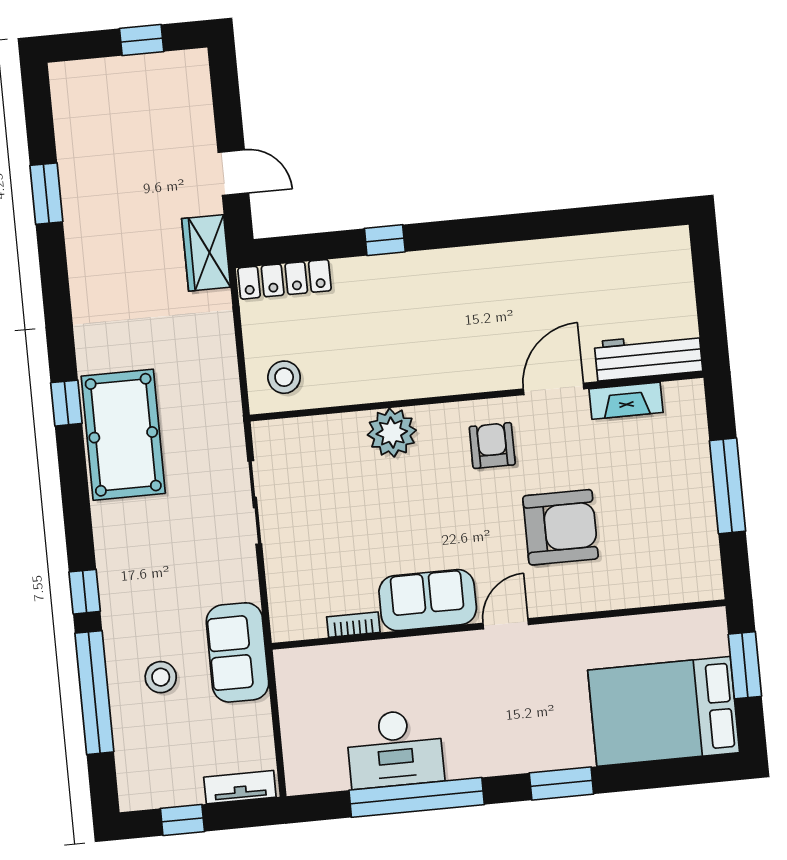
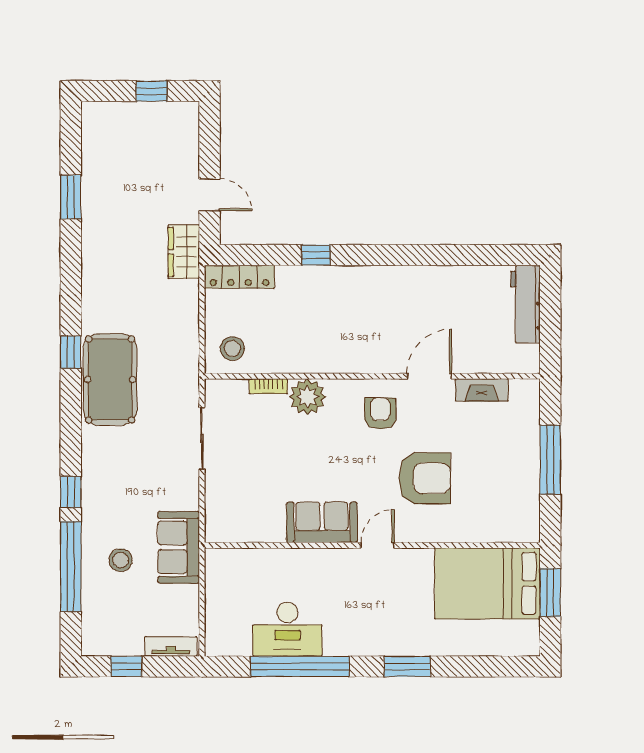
workbench: (648, 356) -> (526, 304), moved, turned -90
bookcase: (353, 625) -> (268, 386), moved, turned 180
bed: (664, 711) -> (487, 583), moved

